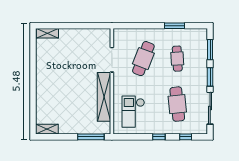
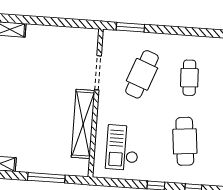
window: (174, 26) -> (130, 27), moved
window: (91, 137) -> (46, 178), moved

